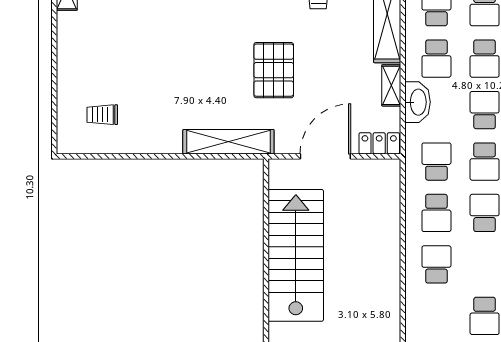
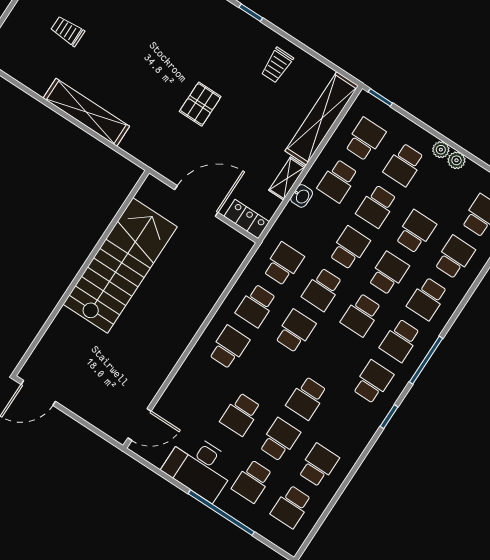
pallet: (274, 70) -> (200, 104), width x0.67, depth x0.71
washbasin: (418, 102) -> (302, 196), width x0.52, depth x0.69
trolley: (102, 115) -> (68, 31), moved
shelving: (228, 142) -> (86, 112), moved

